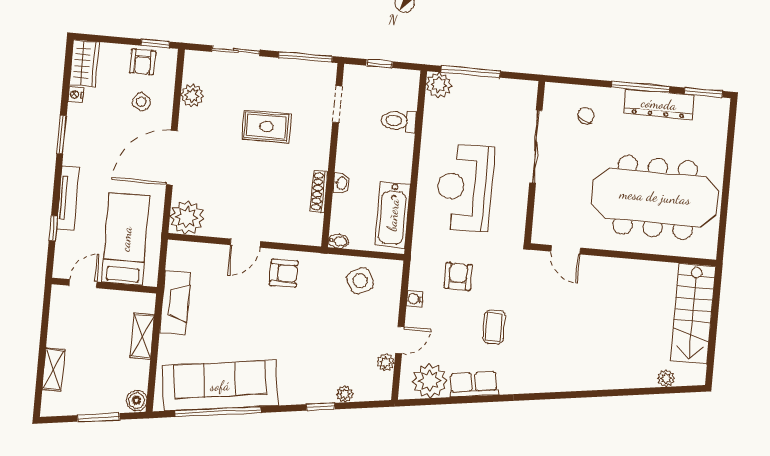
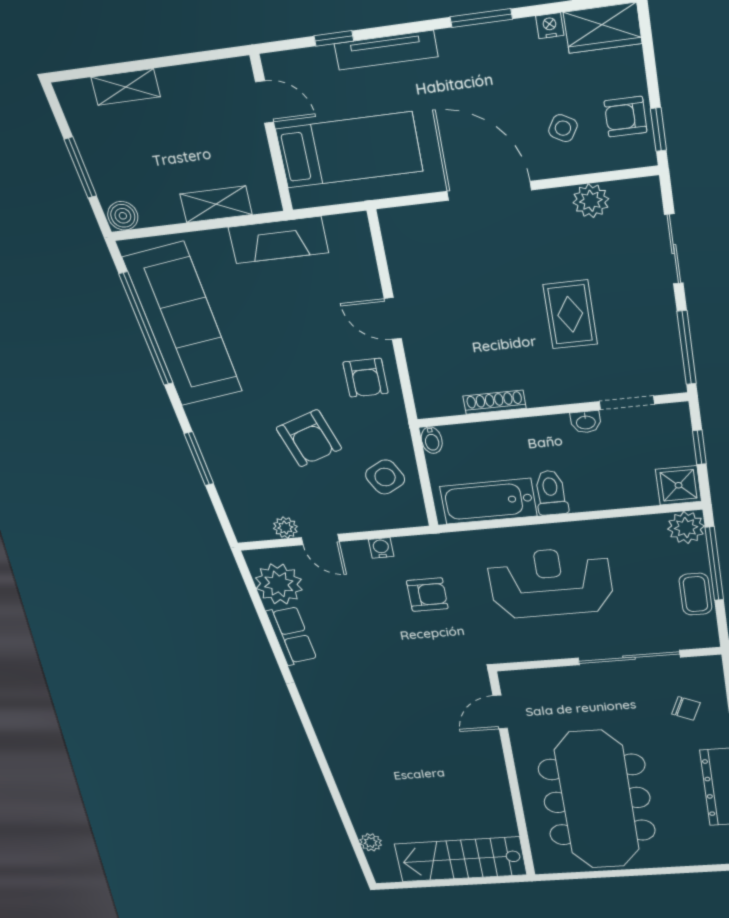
shower: (405, 83) -> (679, 485), added
toilet: (399, 121) -> (551, 493), moved
washbasin: (341, 183) -> (586, 422), moved
plant: (187, 217) -> (407, 231), removed
armchair: (321, 325) -> (309, 438), added
coffee table: (494, 327) -> (695, 594), moved, turned 90
plant: (345, 394) -> (226, 485), removed
window: (321, 407) -> (199, 459), width x1.50

